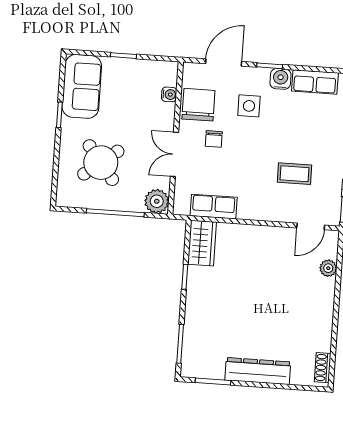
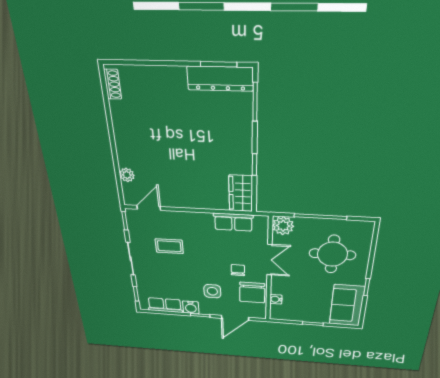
round table: (101, 163) -> (332, 254), turned 38
dresser: (258, 371) -> (220, 79), moved

